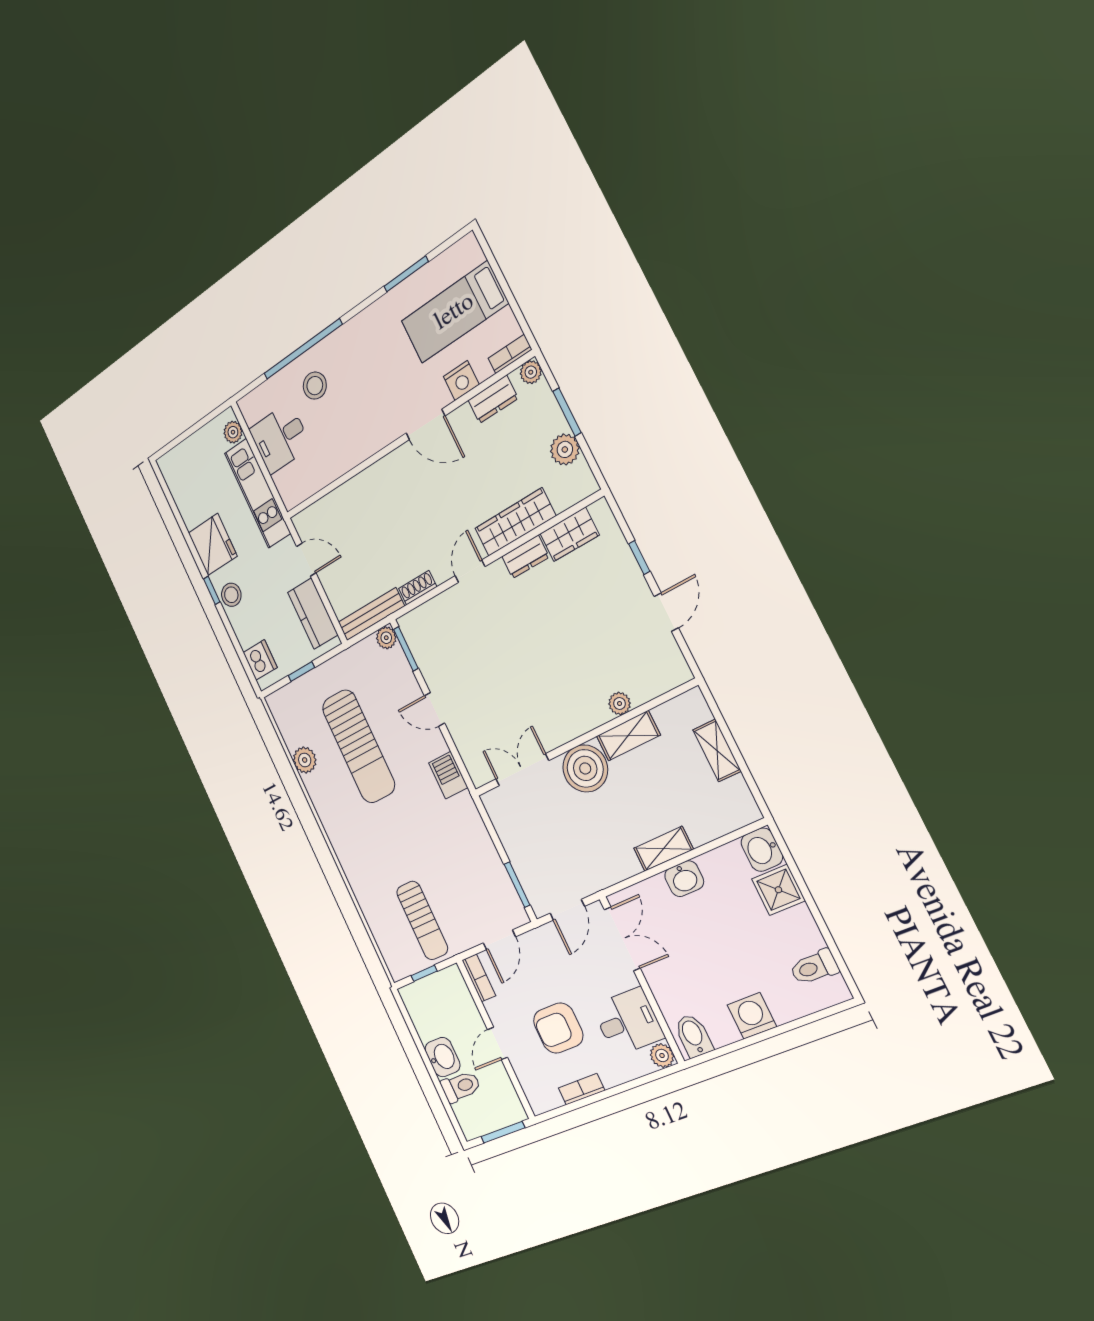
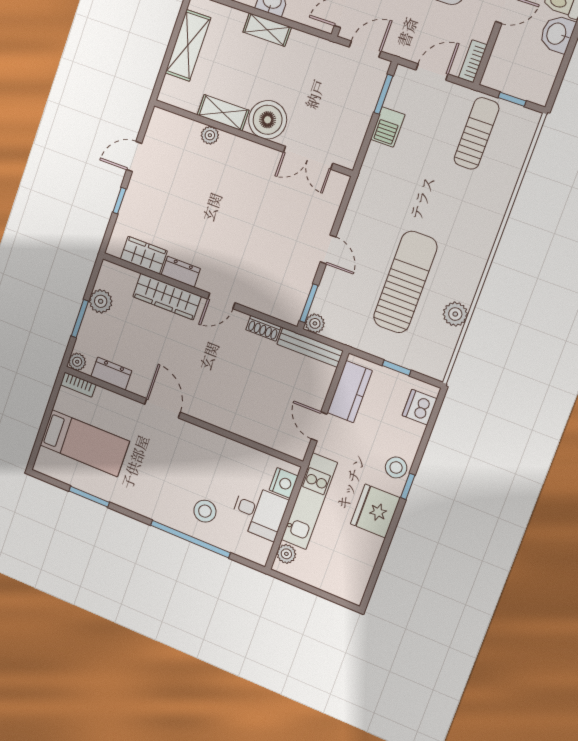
nightstand: (461, 380) -> (284, 483), moved, turned 90
shelving: (717, 750) -> (188, 45), width x1.50, depth x1.33
barbecue: (448, 775) -> (388, 127), moved

